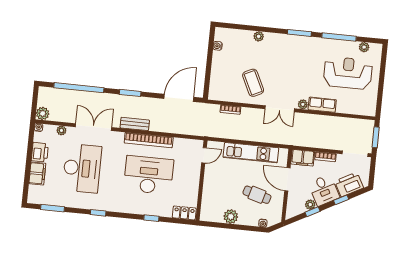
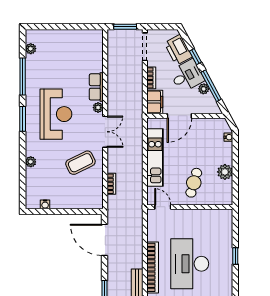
reception desk: (348, 73) -> (56, 114), moved, turned 180
cafe table: (257, 195) -> (194, 183), moved
window: (312, 212) -> (211, 86), width x2.17
locker: (184, 213) -> (226, 222), removed

